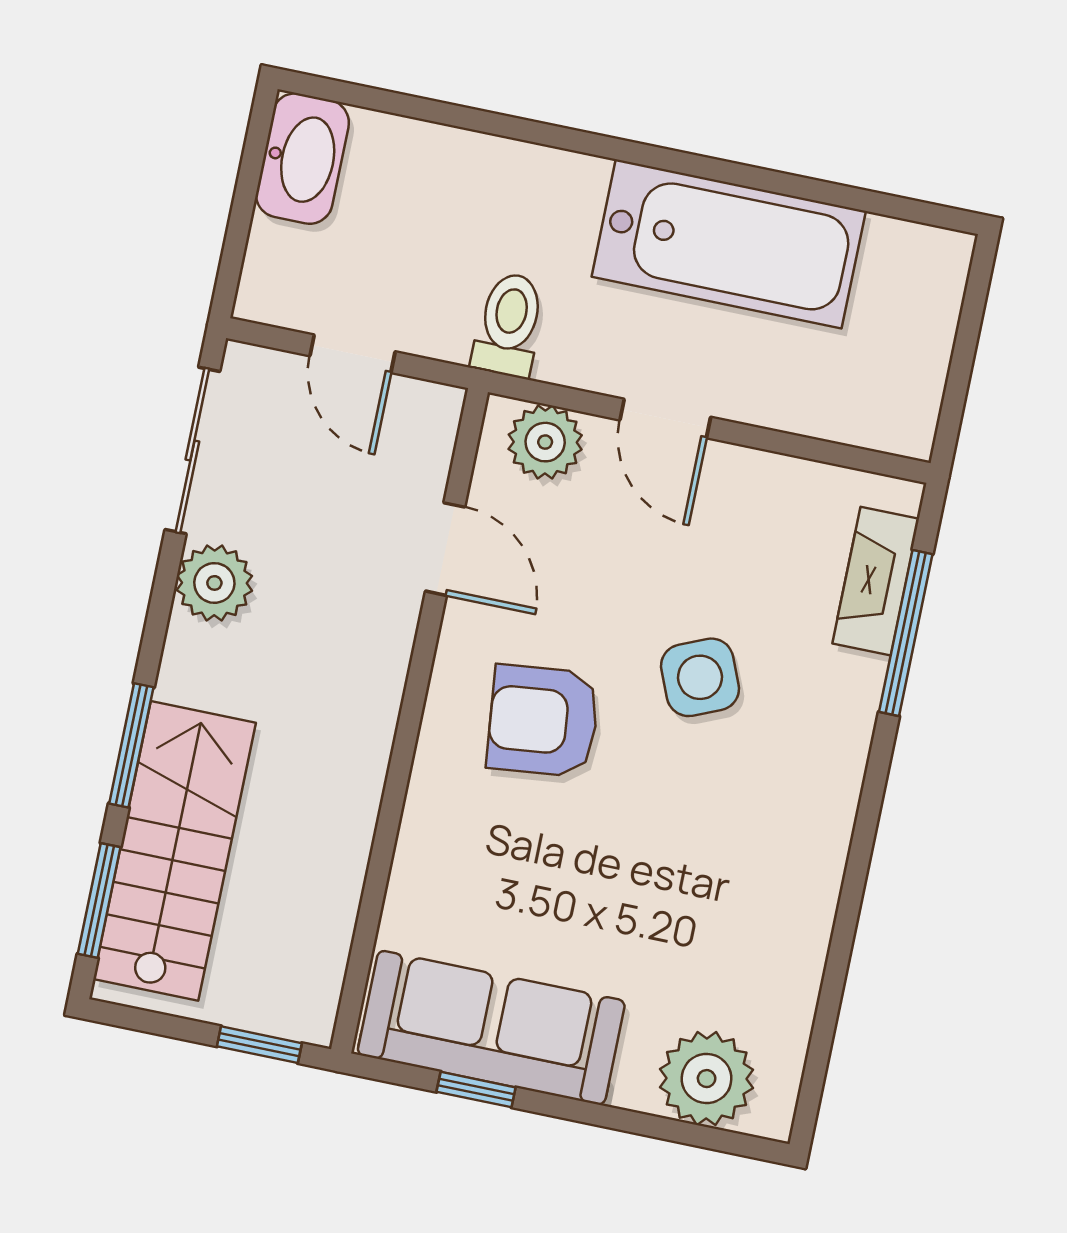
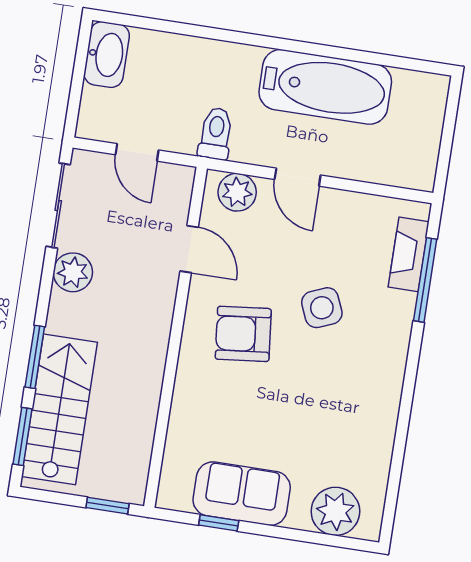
sofa: (491, 1028) -> (242, 494), width x0.73

